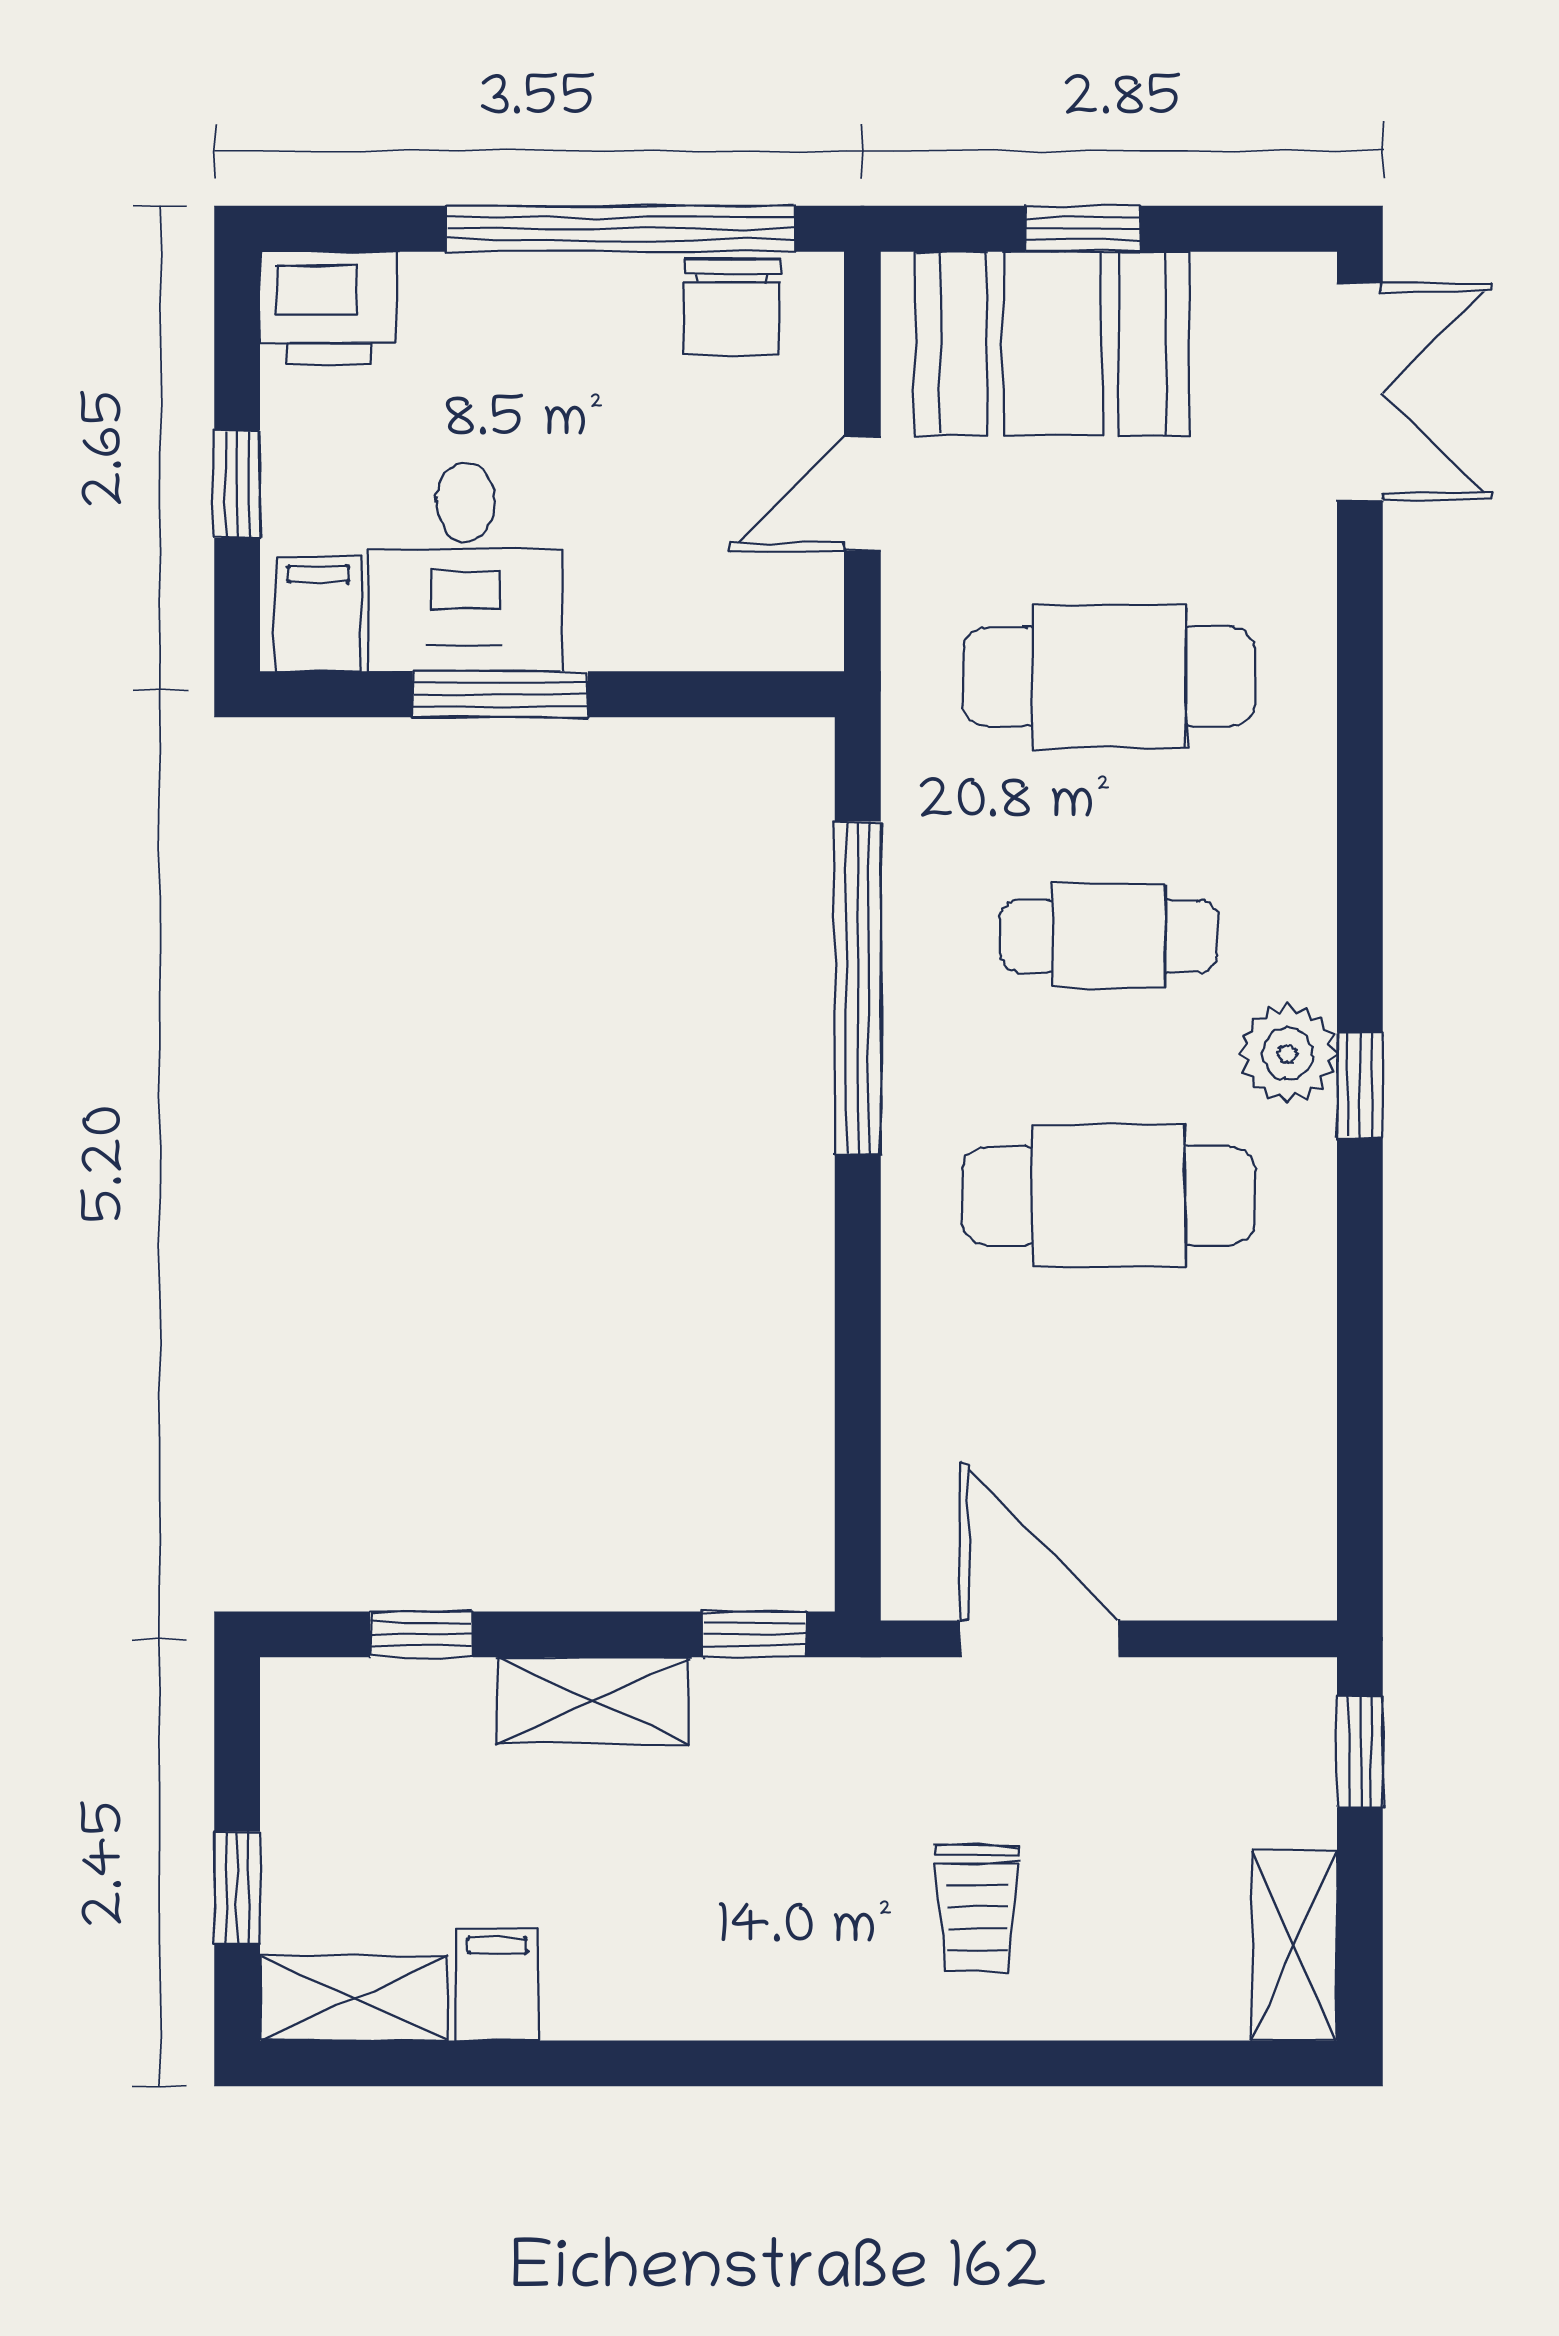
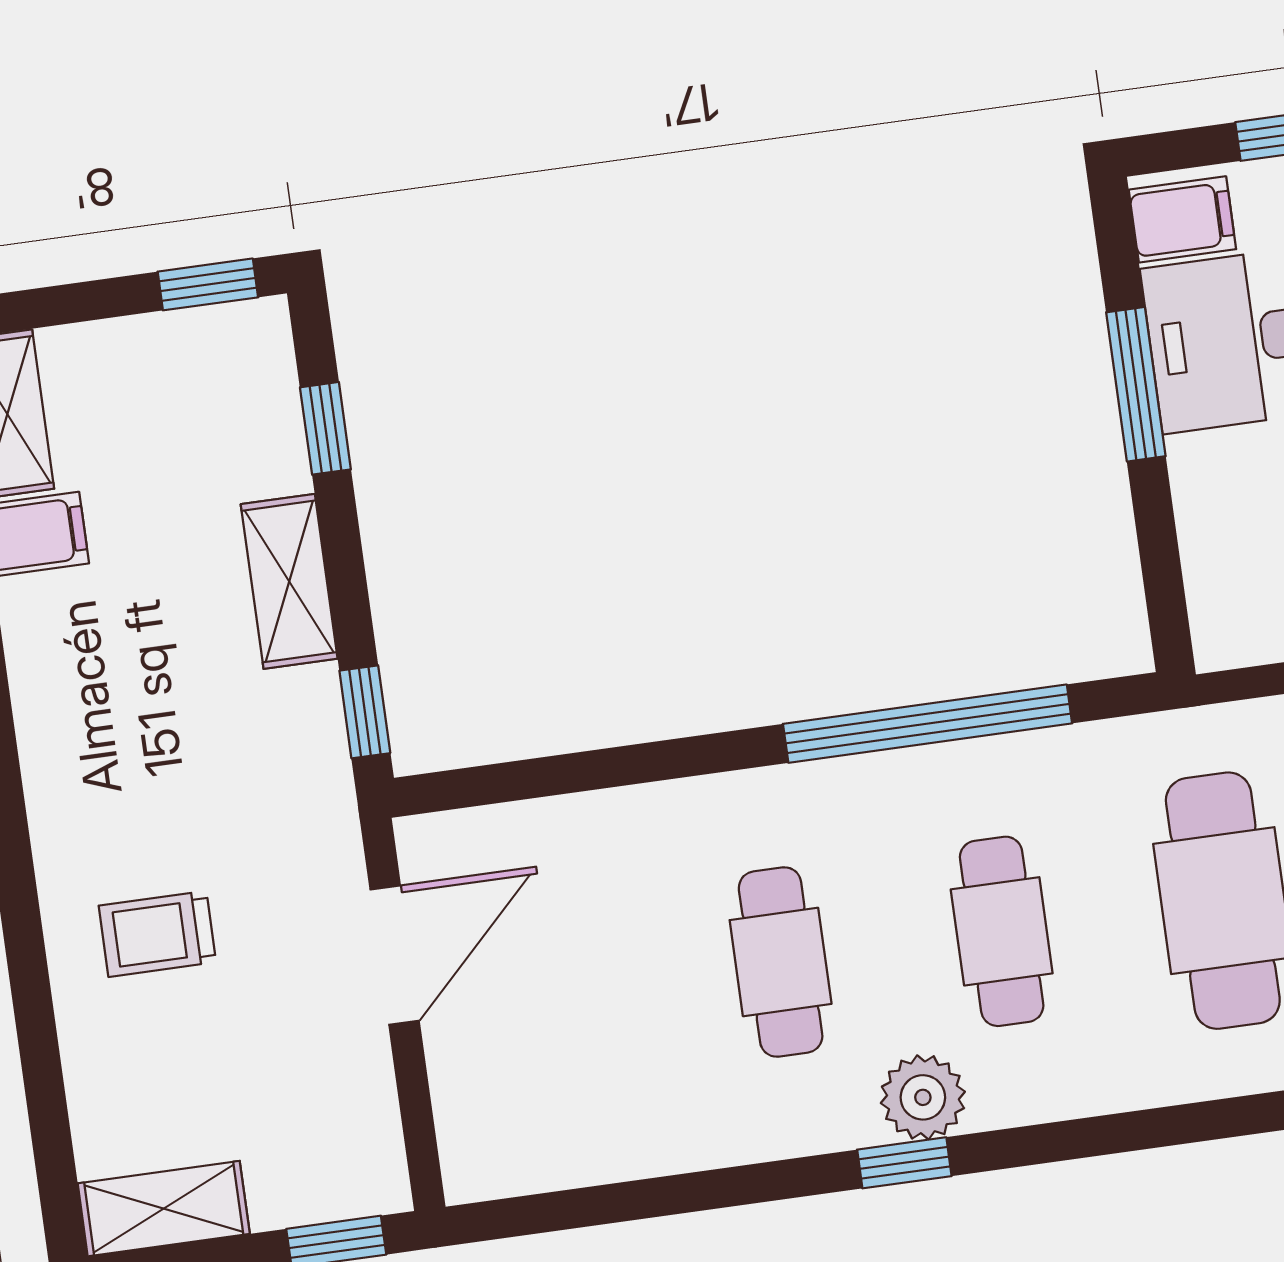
cafe table: (1109, 1196) -> (781, 962), width x0.73, depth x0.74
window: (237, 1888) -> (208, 284), moved

